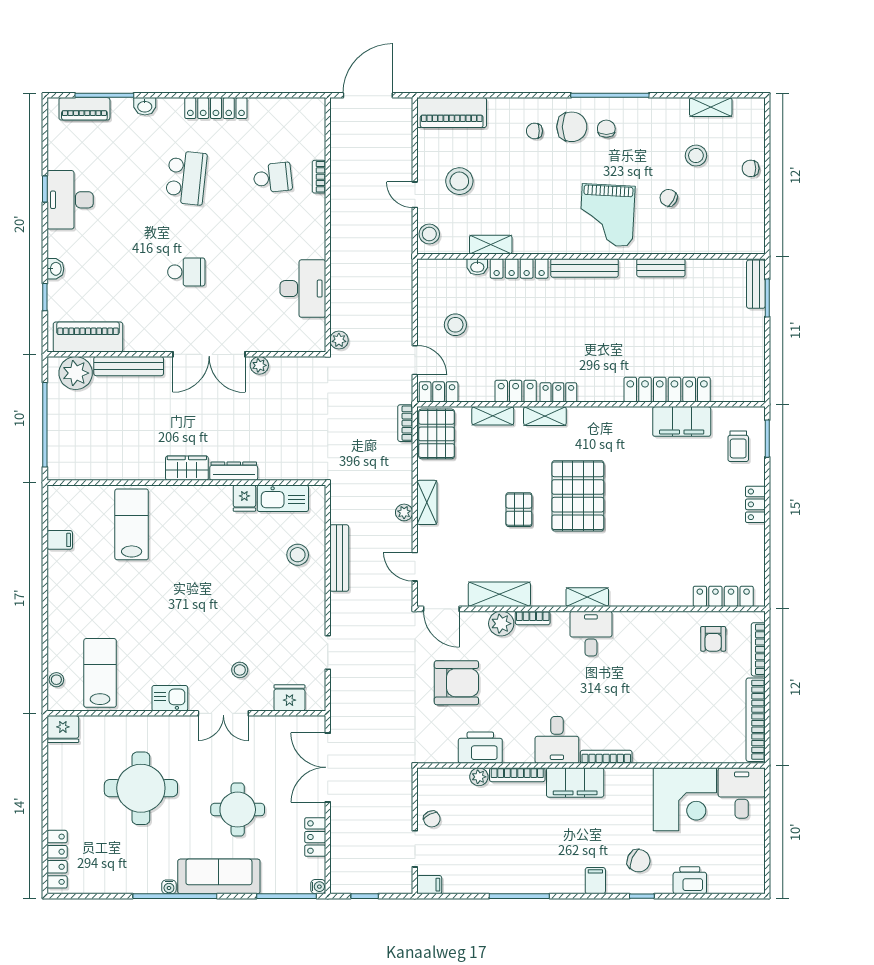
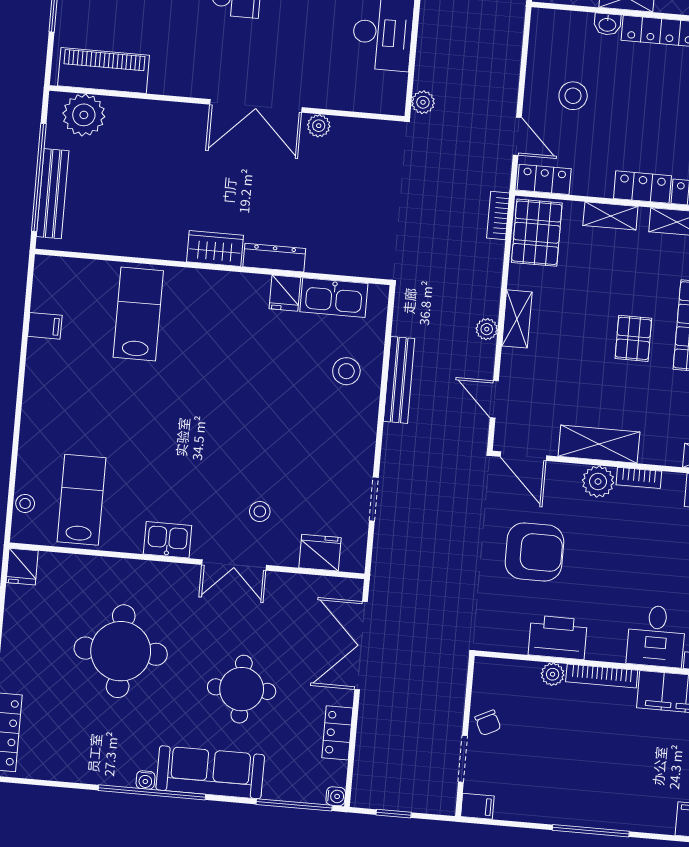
bench: (129, 366) -> (53, 194), moved, turned 90
fridge: (63, 729) -> (22, 567), width x0.72

